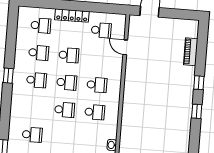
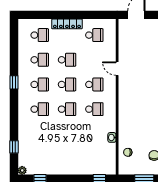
door: (125, 47) -> (117, 69), moved
school desk: (32, 135) -> (40, 109), moved

